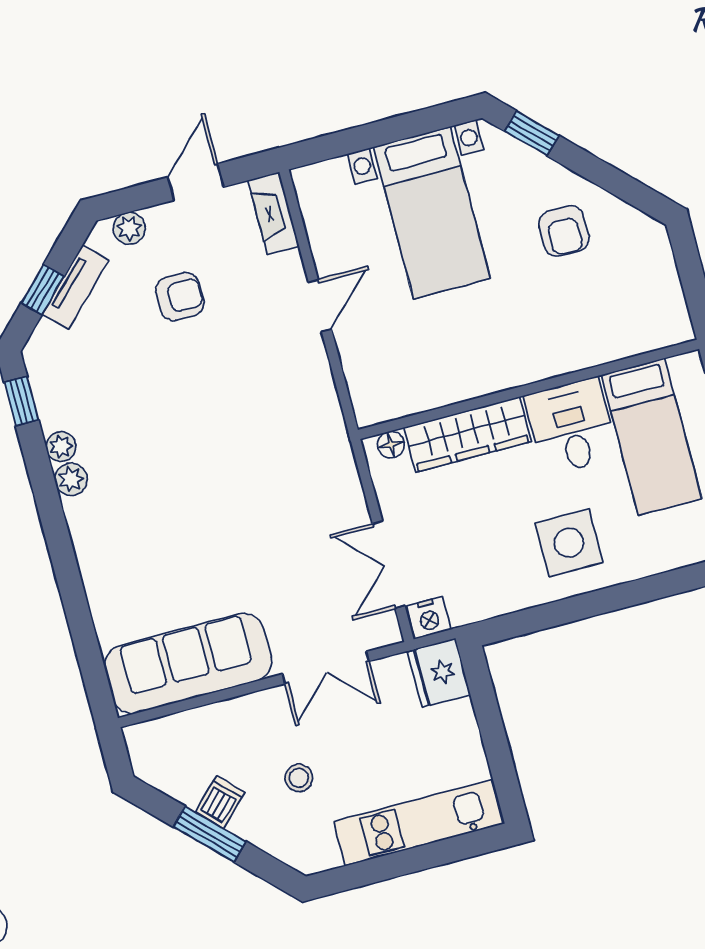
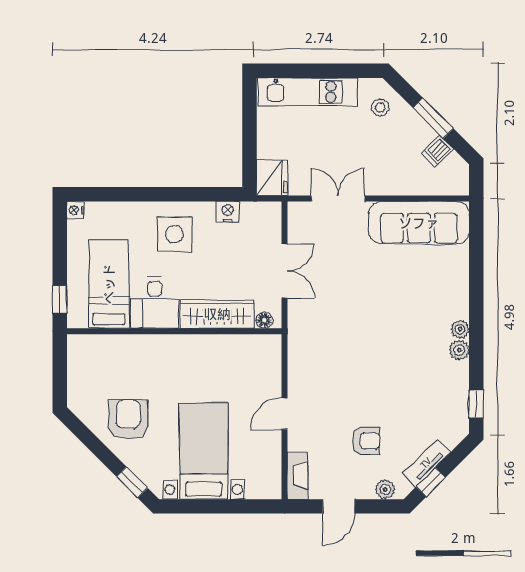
armchair: (564, 231) -> (128, 419), width x1.38, depth x1.38
window: (43, 290) -> (431, 482), moved
armchair: (180, 297) -> (366, 441), turned 180
plant: (61, 447) -> (460, 329), moved
double door: (389, 565) -> (285, 271), moved
nightstand: (429, 618) -> (227, 212), moved
stool: (299, 778) -> (380, 108), moved
dishwasher: (220, 802) -> (438, 151), moved

